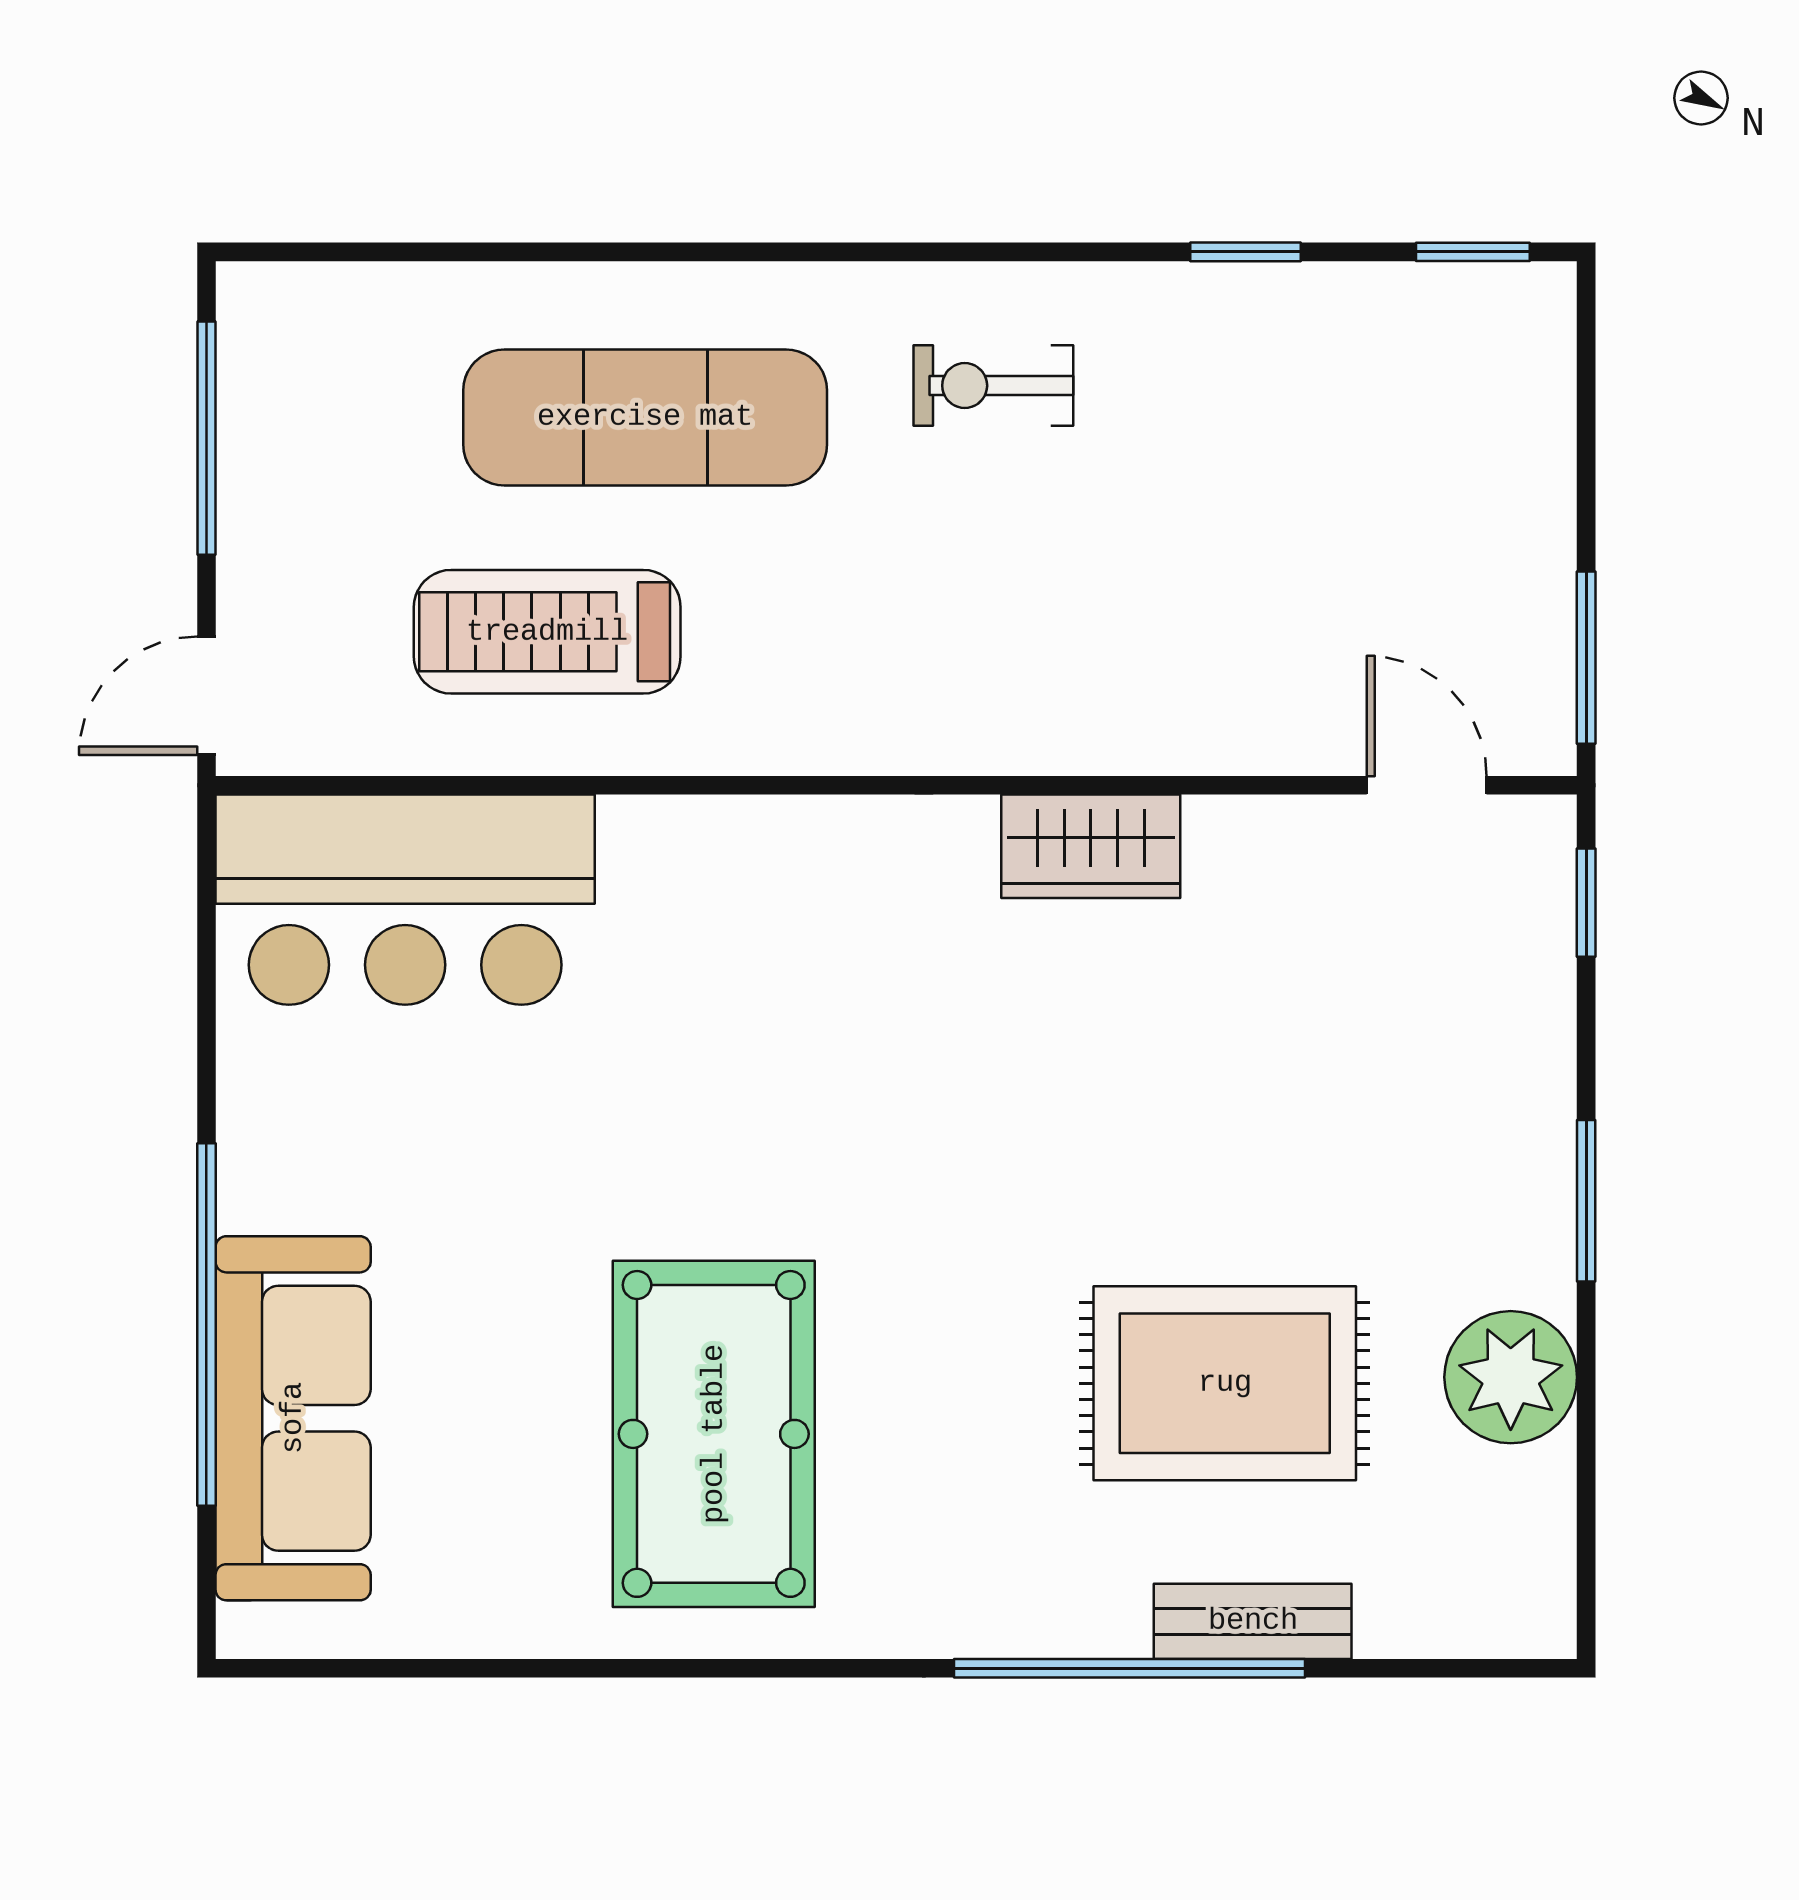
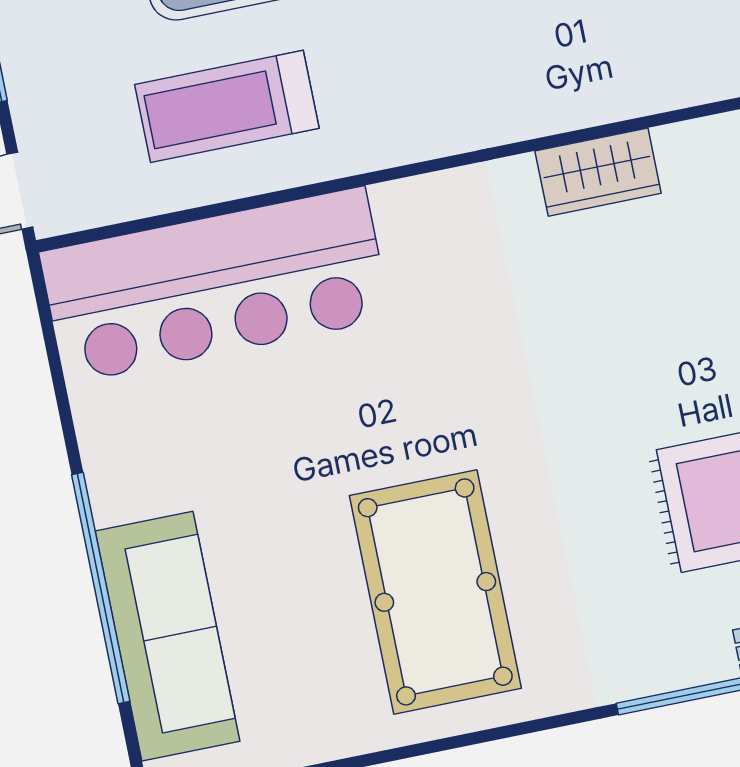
bar counter: (405, 900) -> (215, 285), width x1.36

